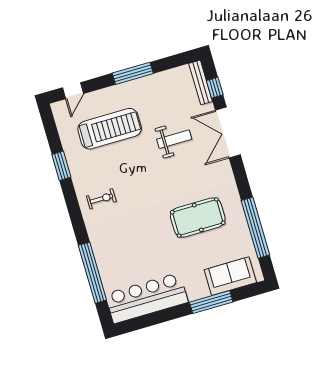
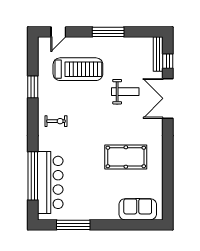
window: (255, 228) -> (168, 178), removed
bar counter: (147, 298) -> (50, 182), moved, turned 90
window: (211, 302) -> (73, 225), moved

